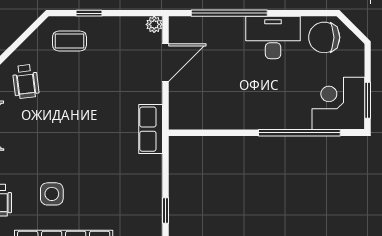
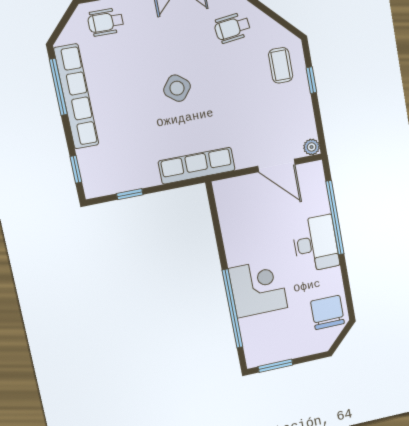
desk: (273, 37) -> (315, 244), moved
corner desk: (338, 103) -> (258, 288), moved
row of seats: (151, 129) -> (197, 166), width x1.48
side table: (52, 194) -> (177, 88), moved, turned 38

